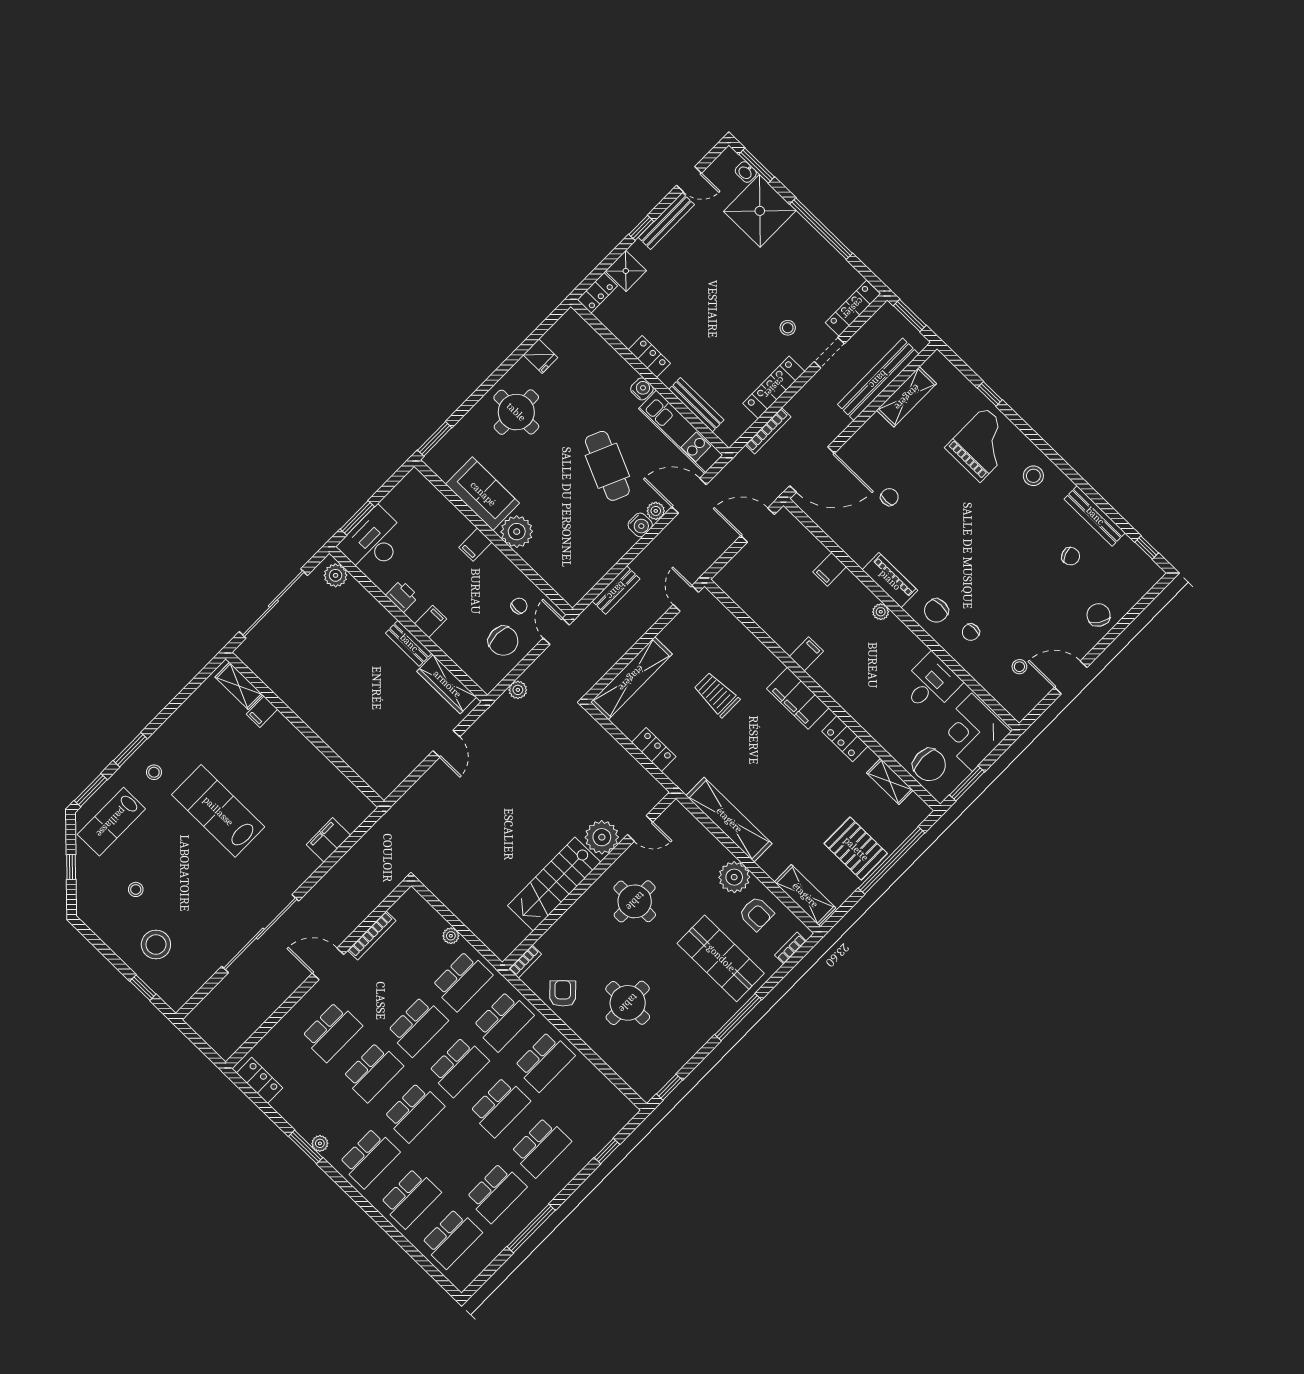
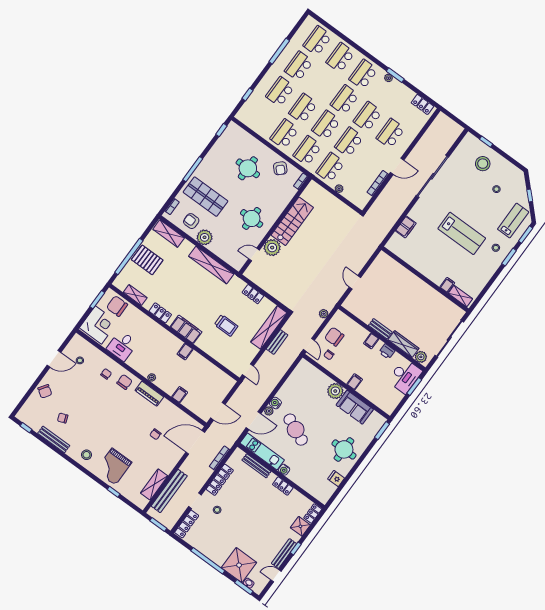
bench: (616, 590) -> (277, 342), moved
wardrobe: (447, 684) -> (403, 344), moved

